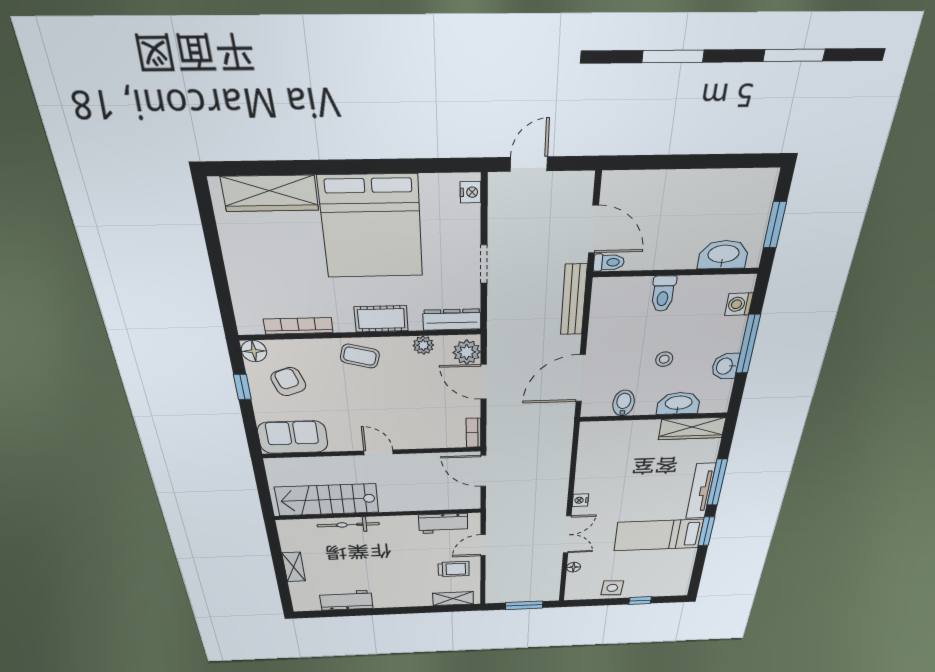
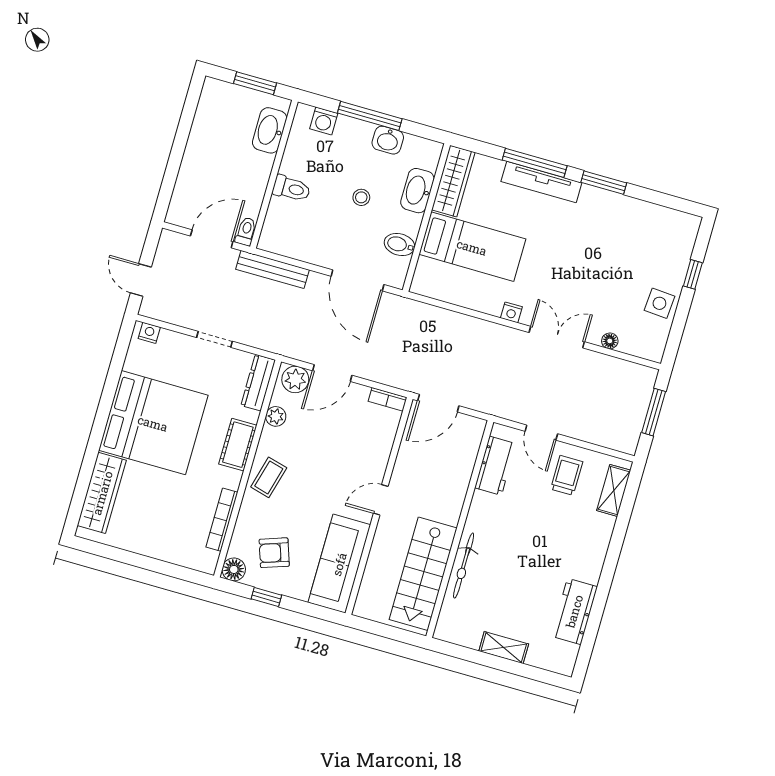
sofa: (293, 437) -> (339, 564), width x1.36
bed: (658, 535) -> (472, 247), moved, turned -90

